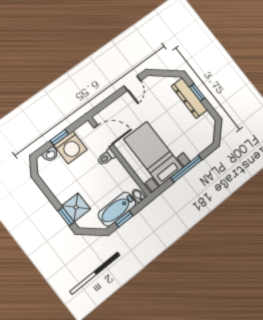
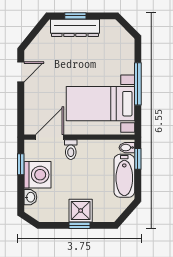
door: (132, 83) -> (21, 72), hinge flipped
window: (59, 137) -> (21, 164), moved
shower: (76, 207) -> (81, 211), moved
window: (66, 217) -> (79, 225), moved
window: (124, 219) -> (138, 159), moved

